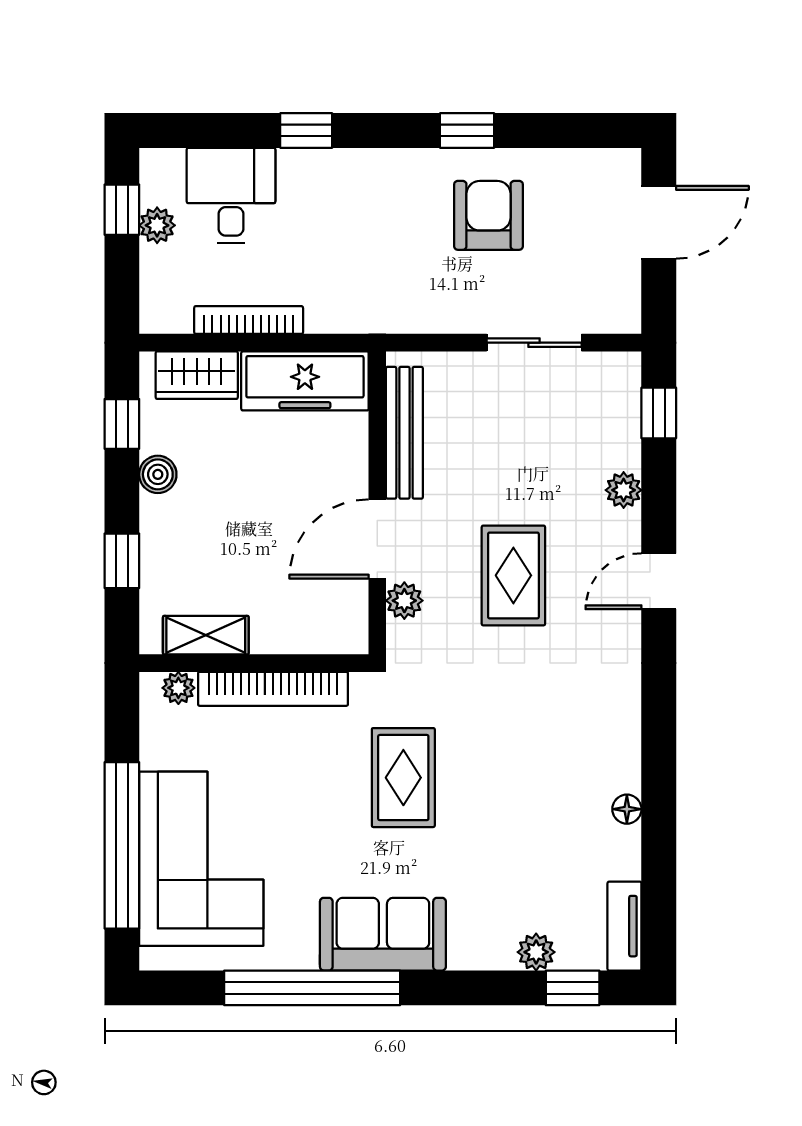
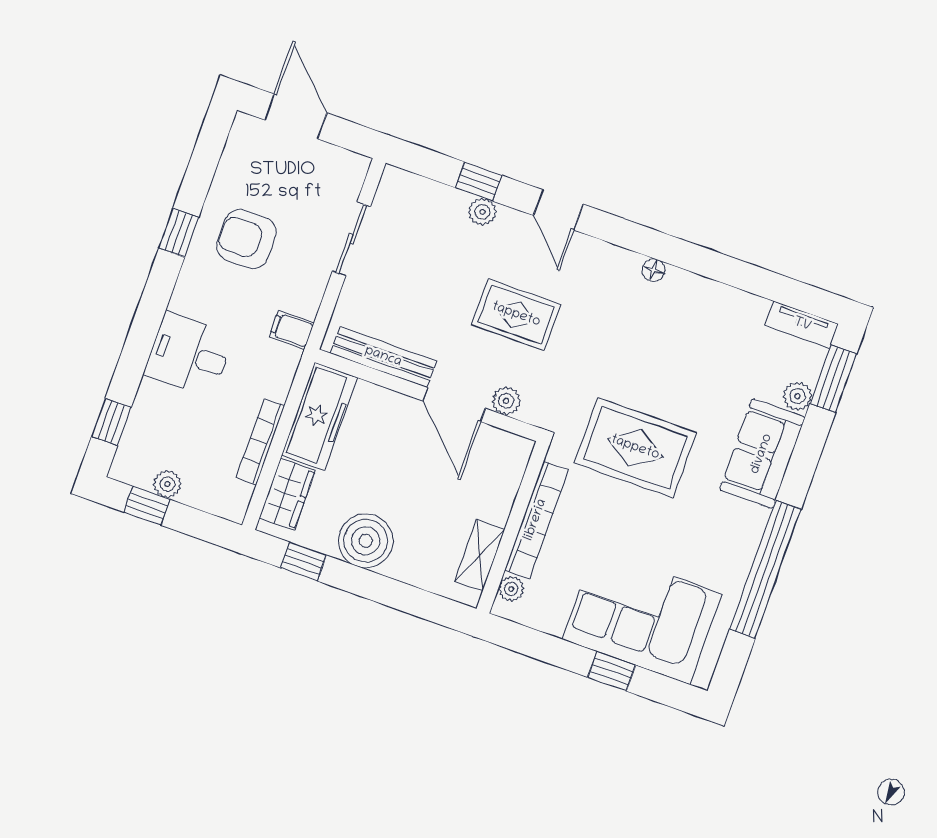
window: (306, 130) -> (111, 422), moved
desk: (231, 196) -> (189, 355), moved
filing cabinet: (398, 309) -> (292, 330), added
window: (659, 413) -> (479, 181), moved
boiler: (158, 474) -> (366, 541), width x1.86, depth x1.86
window: (122, 561) -> (404, 597), removed
rug: (403, 778) -> (635, 448), width x1.36, depth x1.43
floor lamp: (627, 809) -> (654, 270), moved
window: (122, 845) -> (612, 671), width x0.32
sofa: (383, 934) -> (762, 454), moved
window: (573, 988) -> (833, 379), width x1.50

